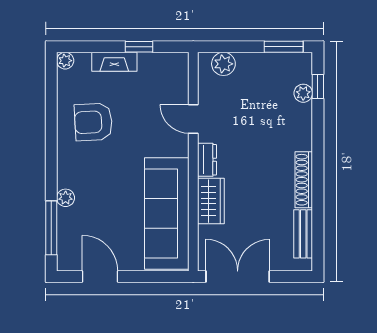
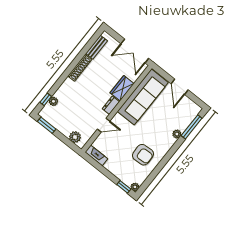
window: (139, 47) -> (124, 187), moved
fireplace: (114, 62) -> (96, 155), moved
door: (193, 119) -> (104, 125), hinge flipped
door: (100, 276) -> (180, 87), moved

